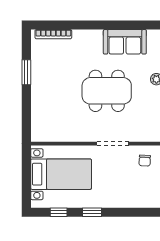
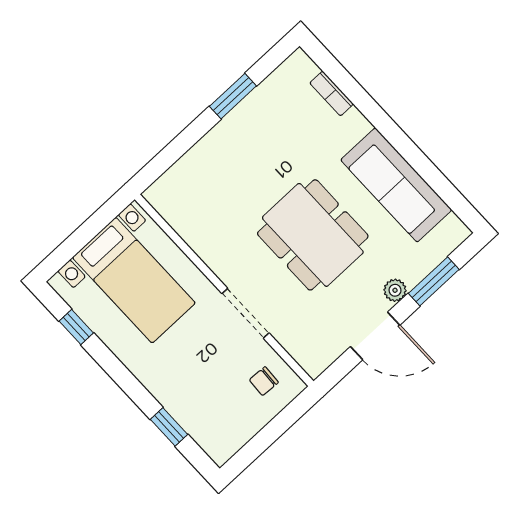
bookcase: (53, 34) -> (332, 93), width x0.64
sofa: (125, 42) -> (396, 185), width x1.36
window: (92, 212) -> (169, 427), moved

